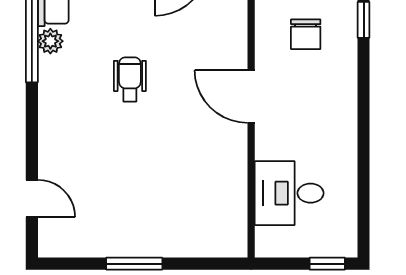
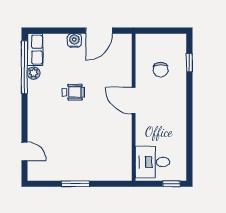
wheelchair: (130, 79) -> (73, 92), turned 90
desk: (289, 193) -> (152, 162), moved

